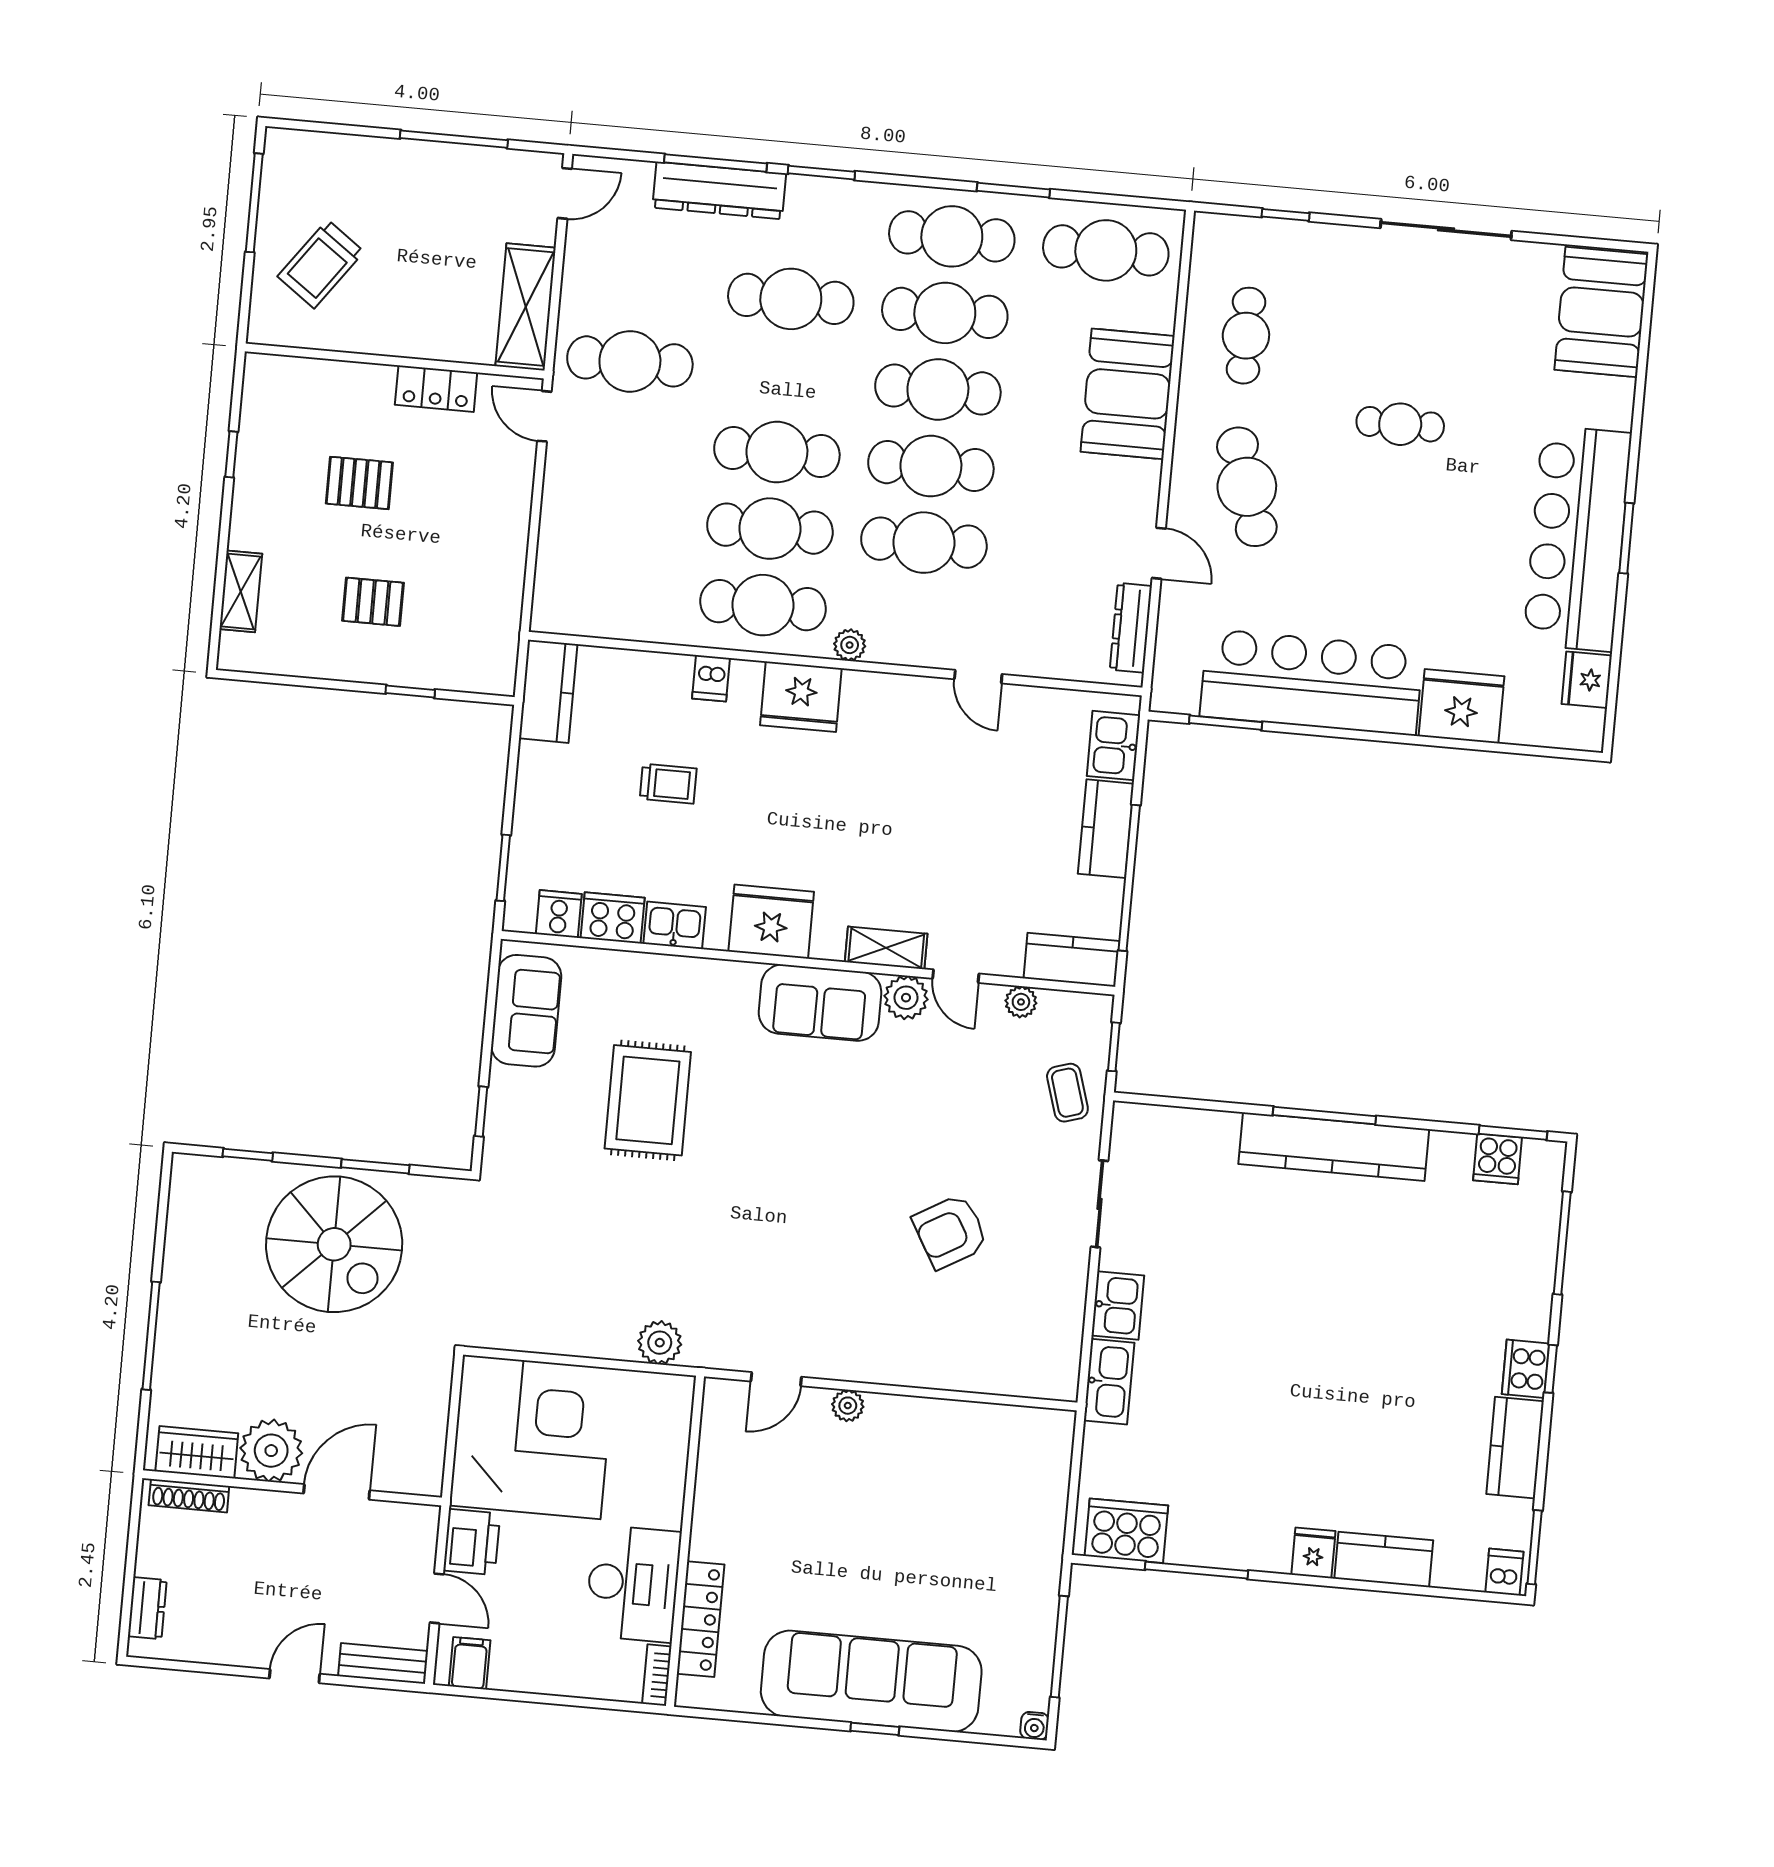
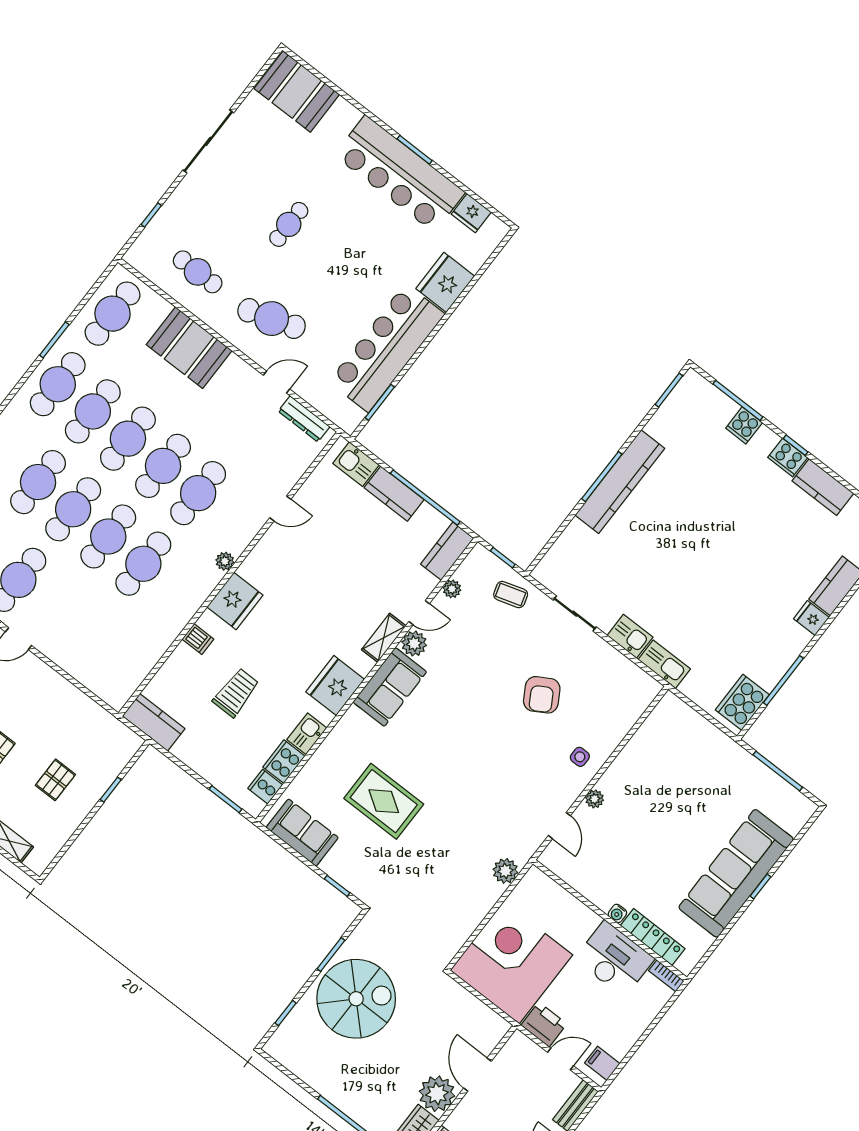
cafe table: (763, 605) -> (73, 509), moved
trolley: (668, 784) -> (236, 693), width x1.36, depth x1.39
cooker: (1498, 1159) -> (744, 425), moved, turned 90
side table: (895, 1345) -> (580, 757), added
water cooler: (1034, 1726) -> (617, 913), moved, turned 90

